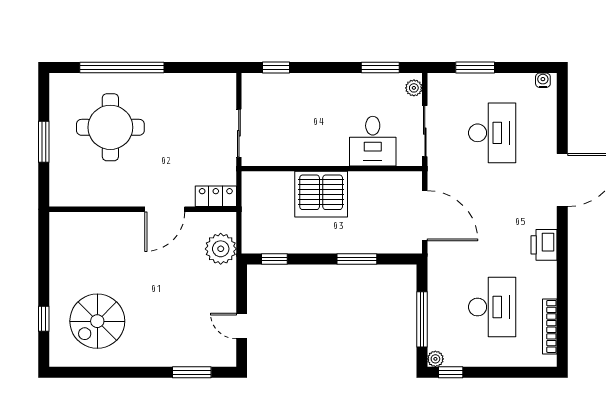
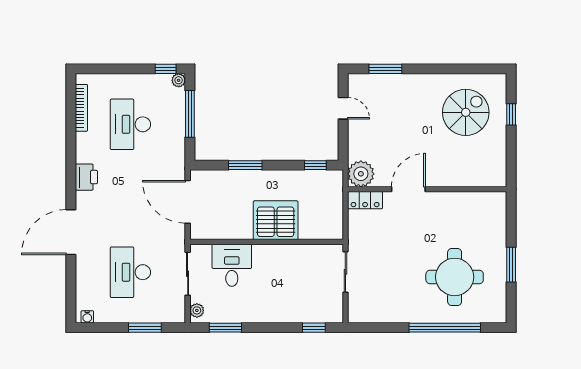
locker: (216, 196) -> (365, 200), moved
wall: (143, 209) -> (427, 189), moved
door: (165, 209) -> (408, 189), moved

